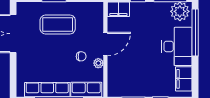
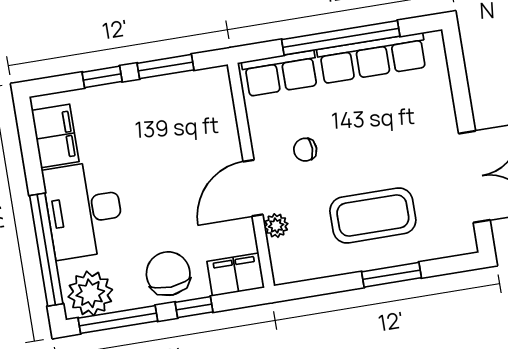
chair: (146, 14) -> (168, 274), added
plant: (98, 63) -> (276, 226), moved

